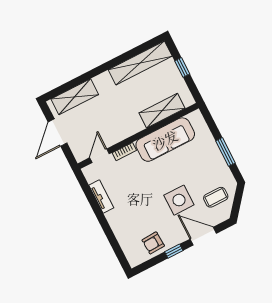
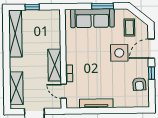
shelving: (162, 111) -> (55, 65), moved
sofa: (165, 140) -> (92, 18), moved, turned 90
tv unit: (101, 197) -> (96, 103), width x1.41

